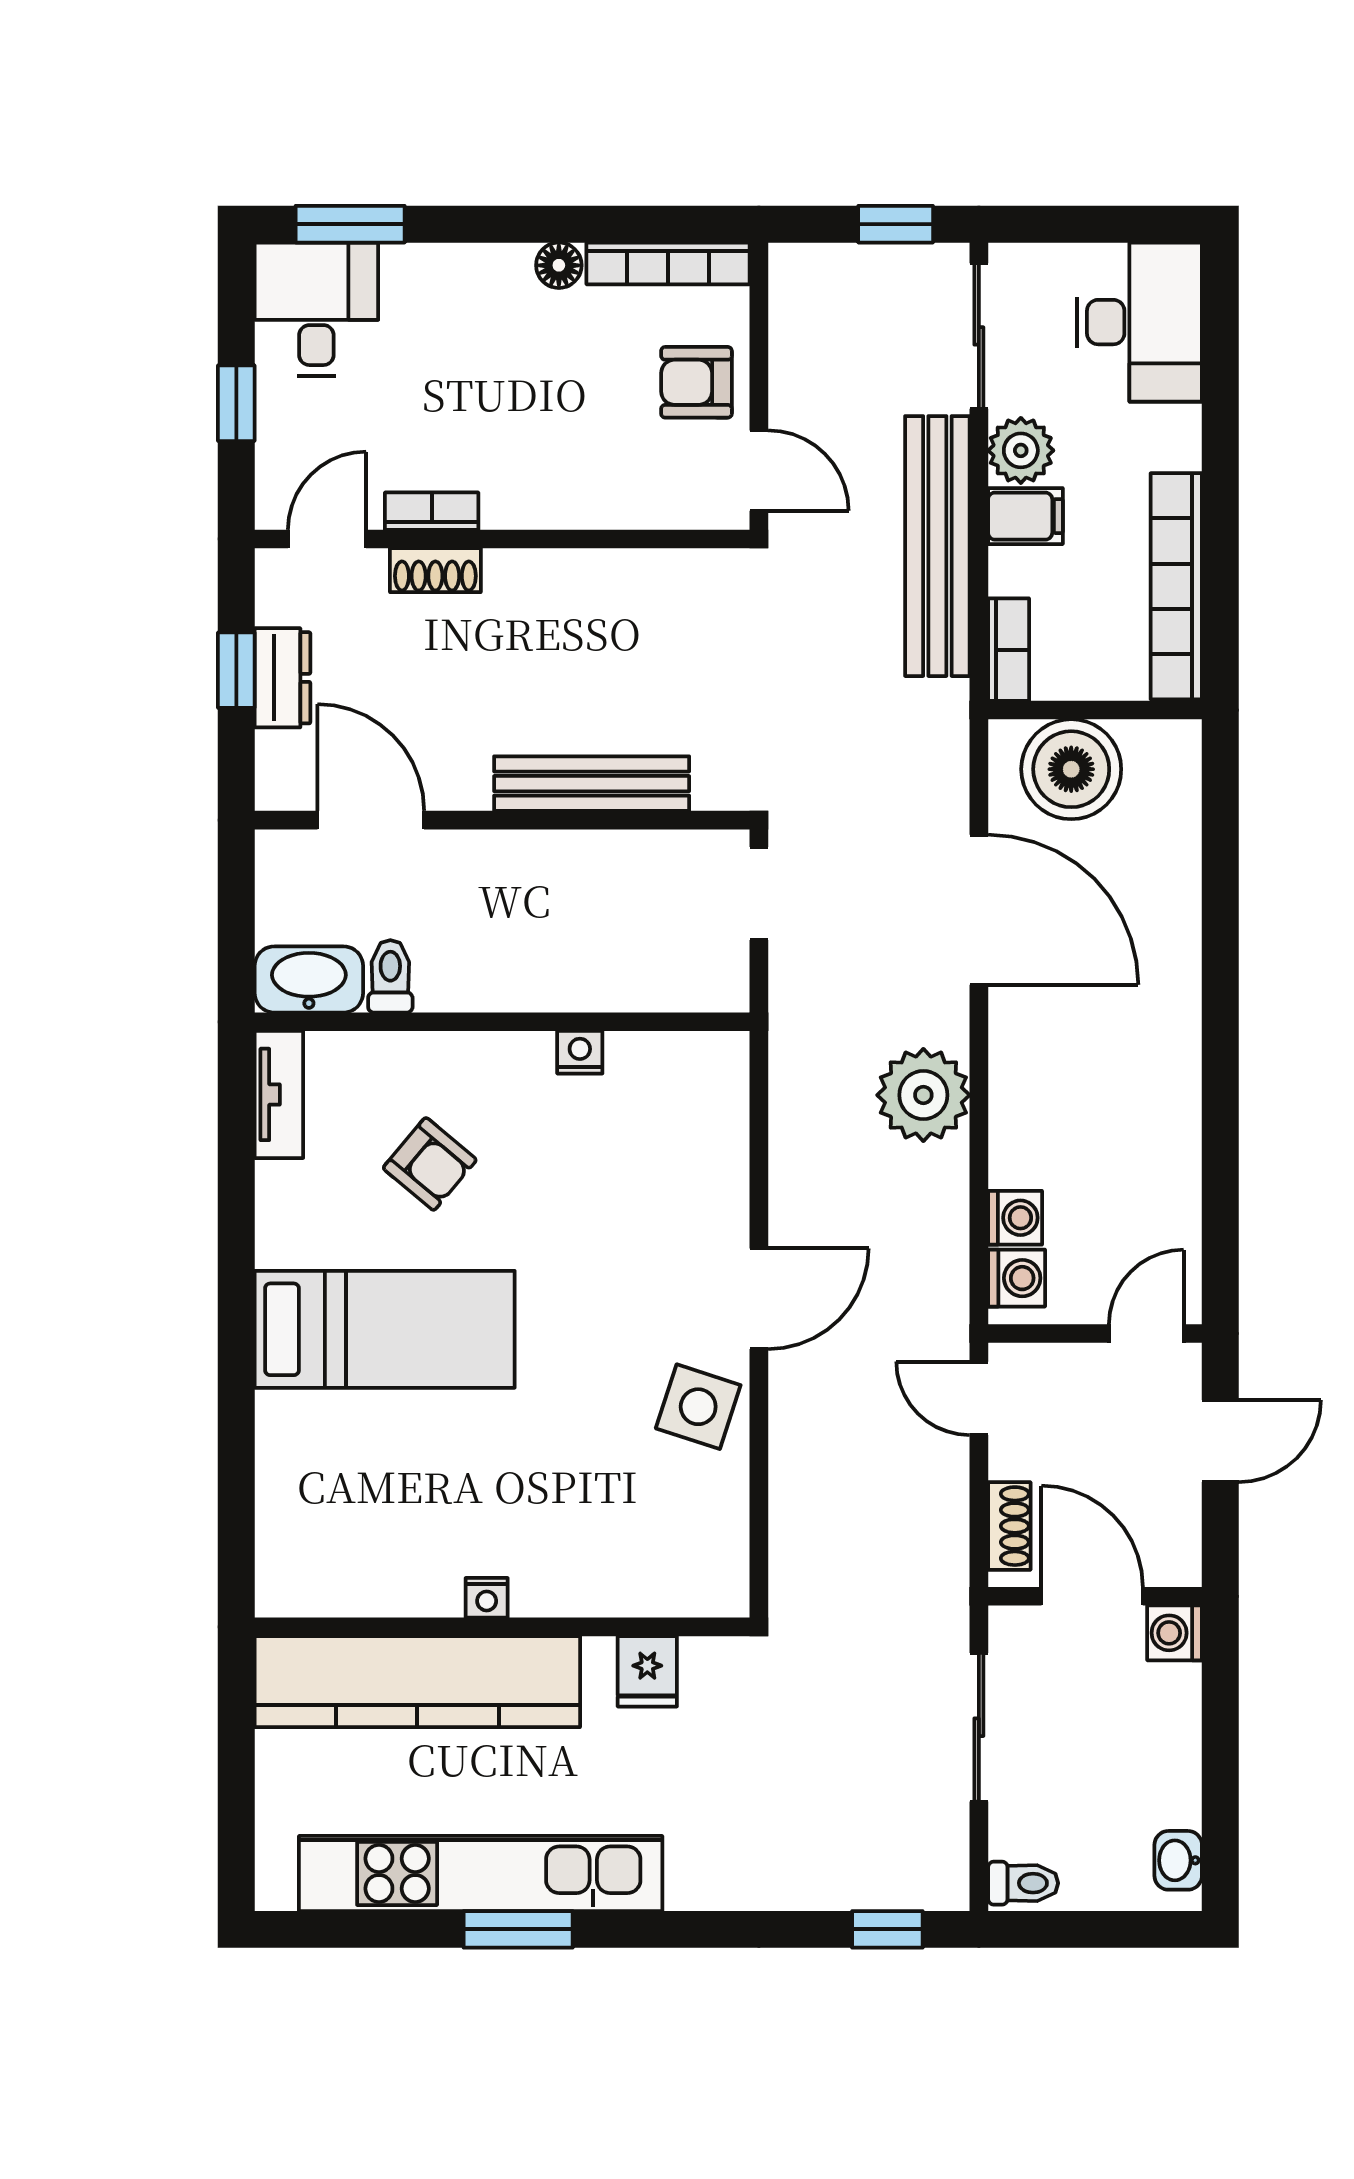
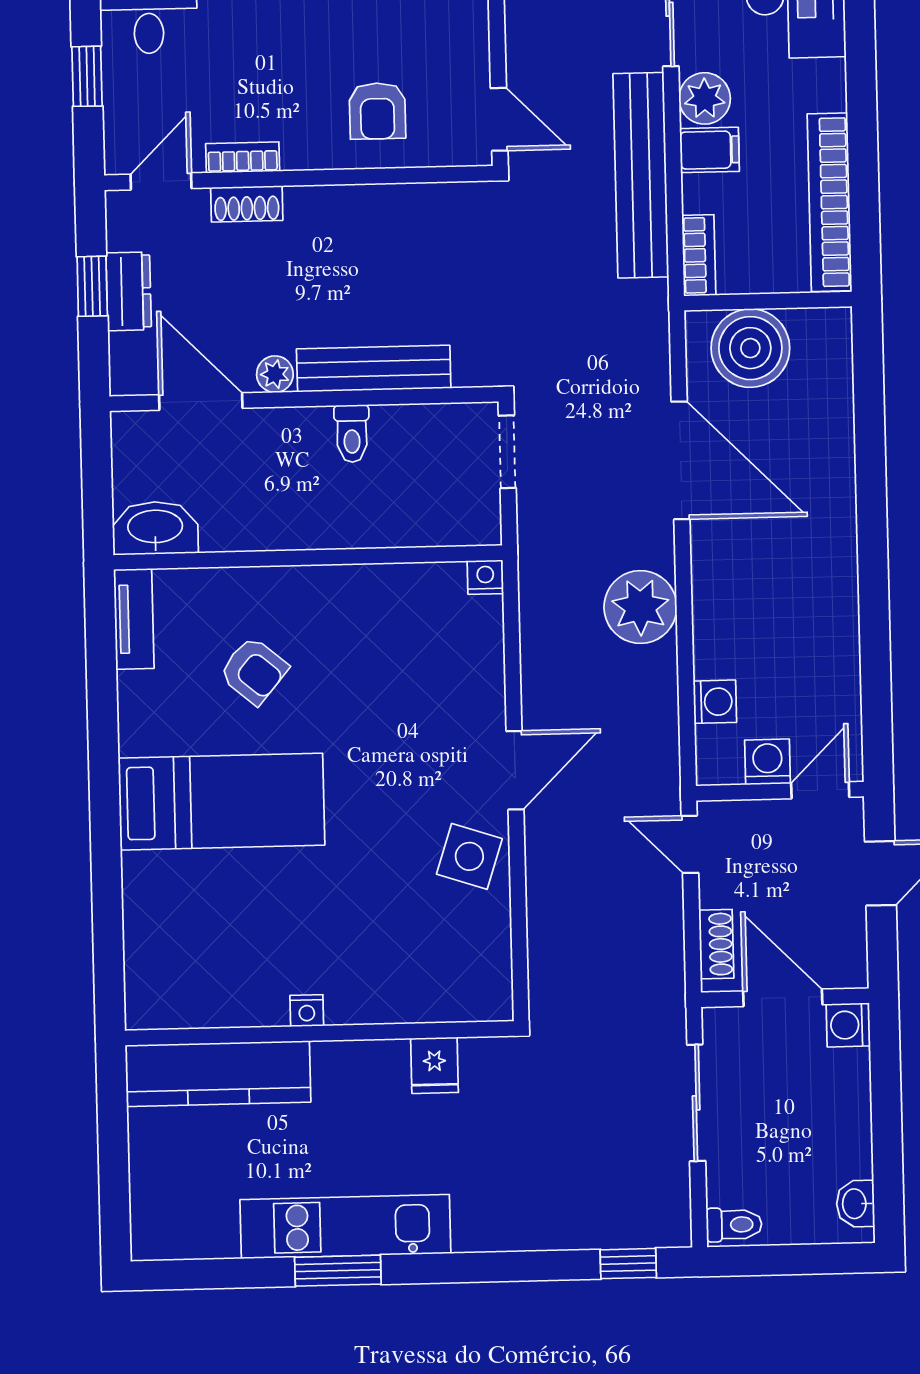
armchair: (696, 382) -> (377, 111), moved, turned -90
plant: (466, 788) -> (275, 374), added
toilet: (390, 976) -> (352, 434), moved, turned 180
nightstand: (580, 1052) -> (485, 577), moved
washing machine: (1017, 1278) -> (767, 762), moved, turned -90
kitchen counter: (417, 1682) -> (218, 1074), width x0.72, depth x0.86
kitchen unit: (481, 1874) -> (345, 1227), width x0.73

